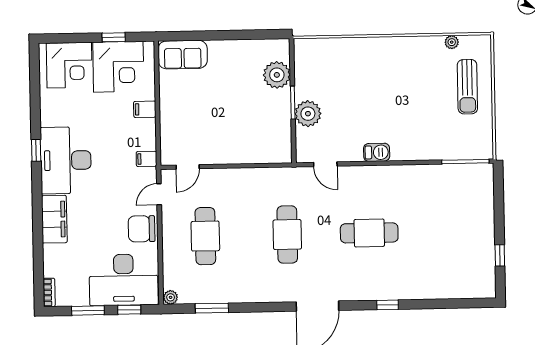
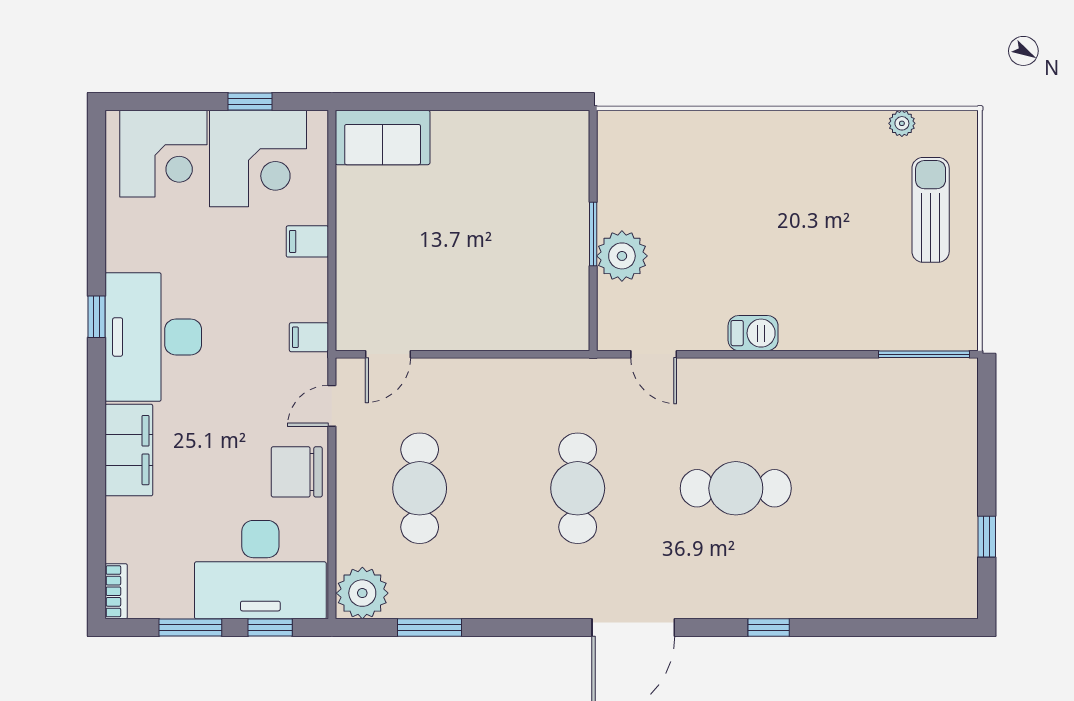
plant: (277, 75) -> (563, 180), removed
sun lounger: (467, 87) -> (931, 210), turned 180
plant: (171, 297) -> (362, 593), width x1.88, depth x1.88

